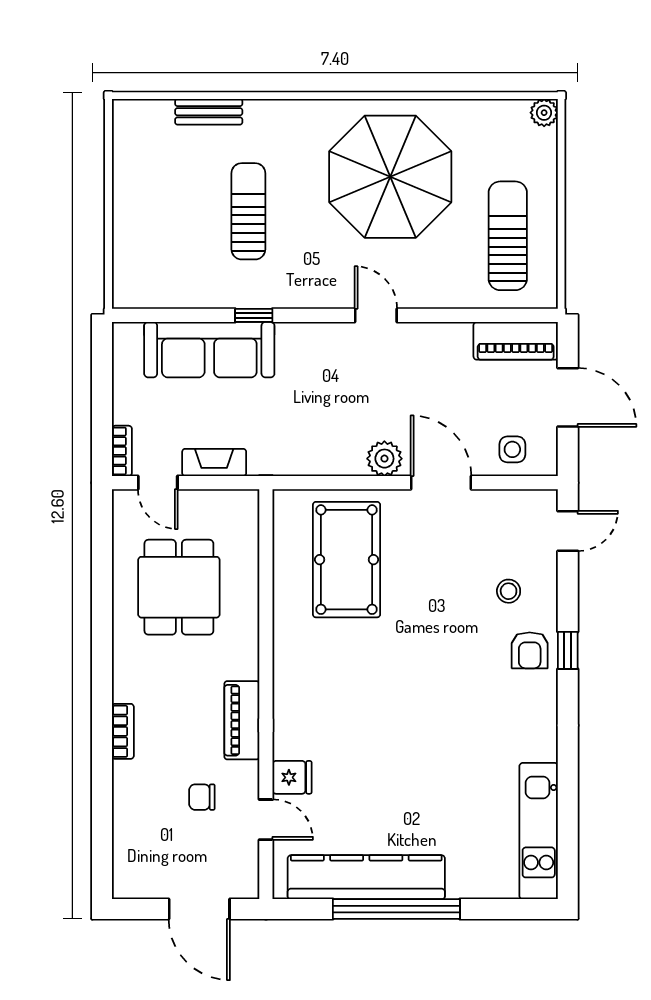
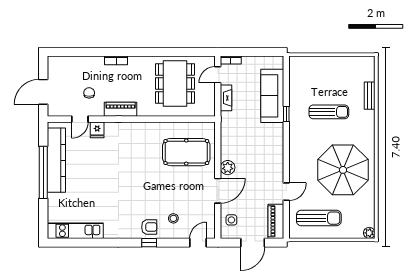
door: (376, 315) -> (286, 192), moved
door: (568, 531) -> (198, 243), swing flipped
dining table: (179, 587) -> (175, 83), width x1.37
armchair: (530, 650) -> (149, 227), turned 180

